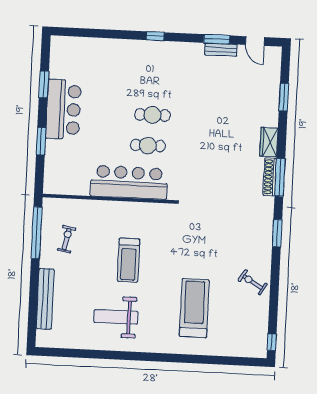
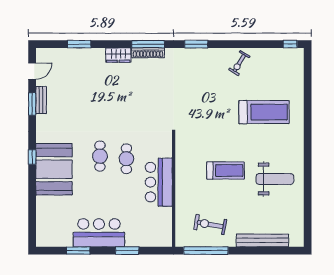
booth: (140, 61) -> (54, 169), added
bar counter: (129, 182) -> (159, 182), width x0.73
exercise bike: (67, 239) -> (210, 225), width x1.38, depth x1.39
treadmill: (194, 308) -> (264, 112), turned 180
weight bench: (116, 317) -> (275, 179), turned -90

